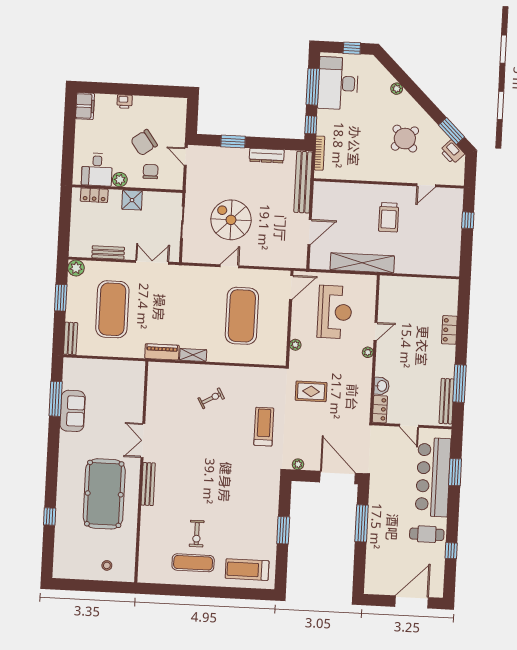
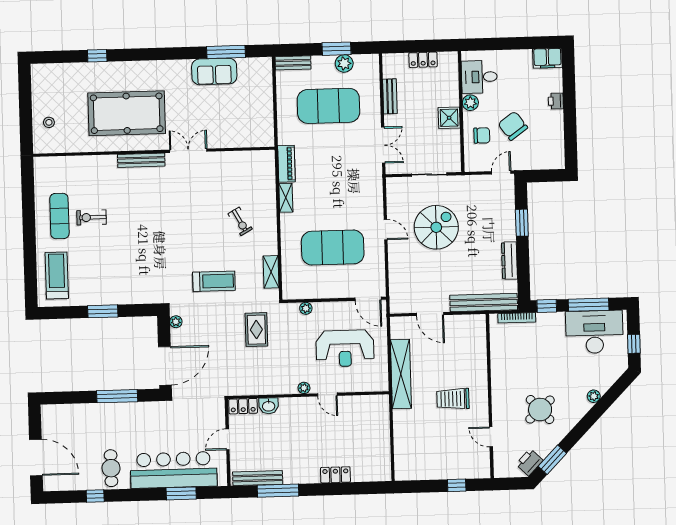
locker: (94, 195) -> (423, 60), moved, turned -90
plant: (76, 268) -> (344, 63), moved
shelving: (260, 374) -> (271, 272), added

